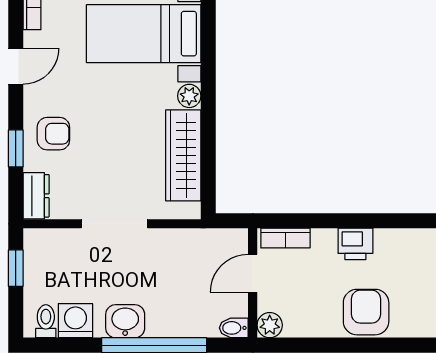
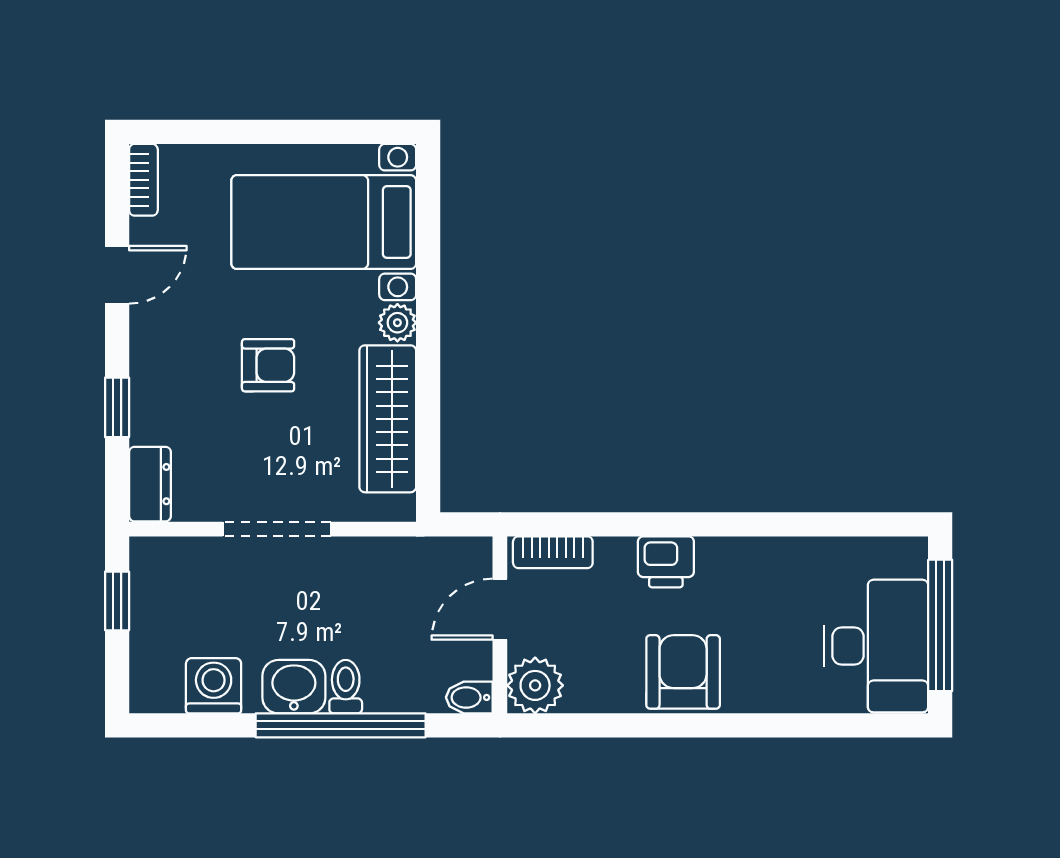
armchair: (53, 134) -> (268, 365), moved
toilet: (46, 321) -> (346, 687), moved
plant: (270, 325) -> (535, 685), width x1.38, depth x1.38

